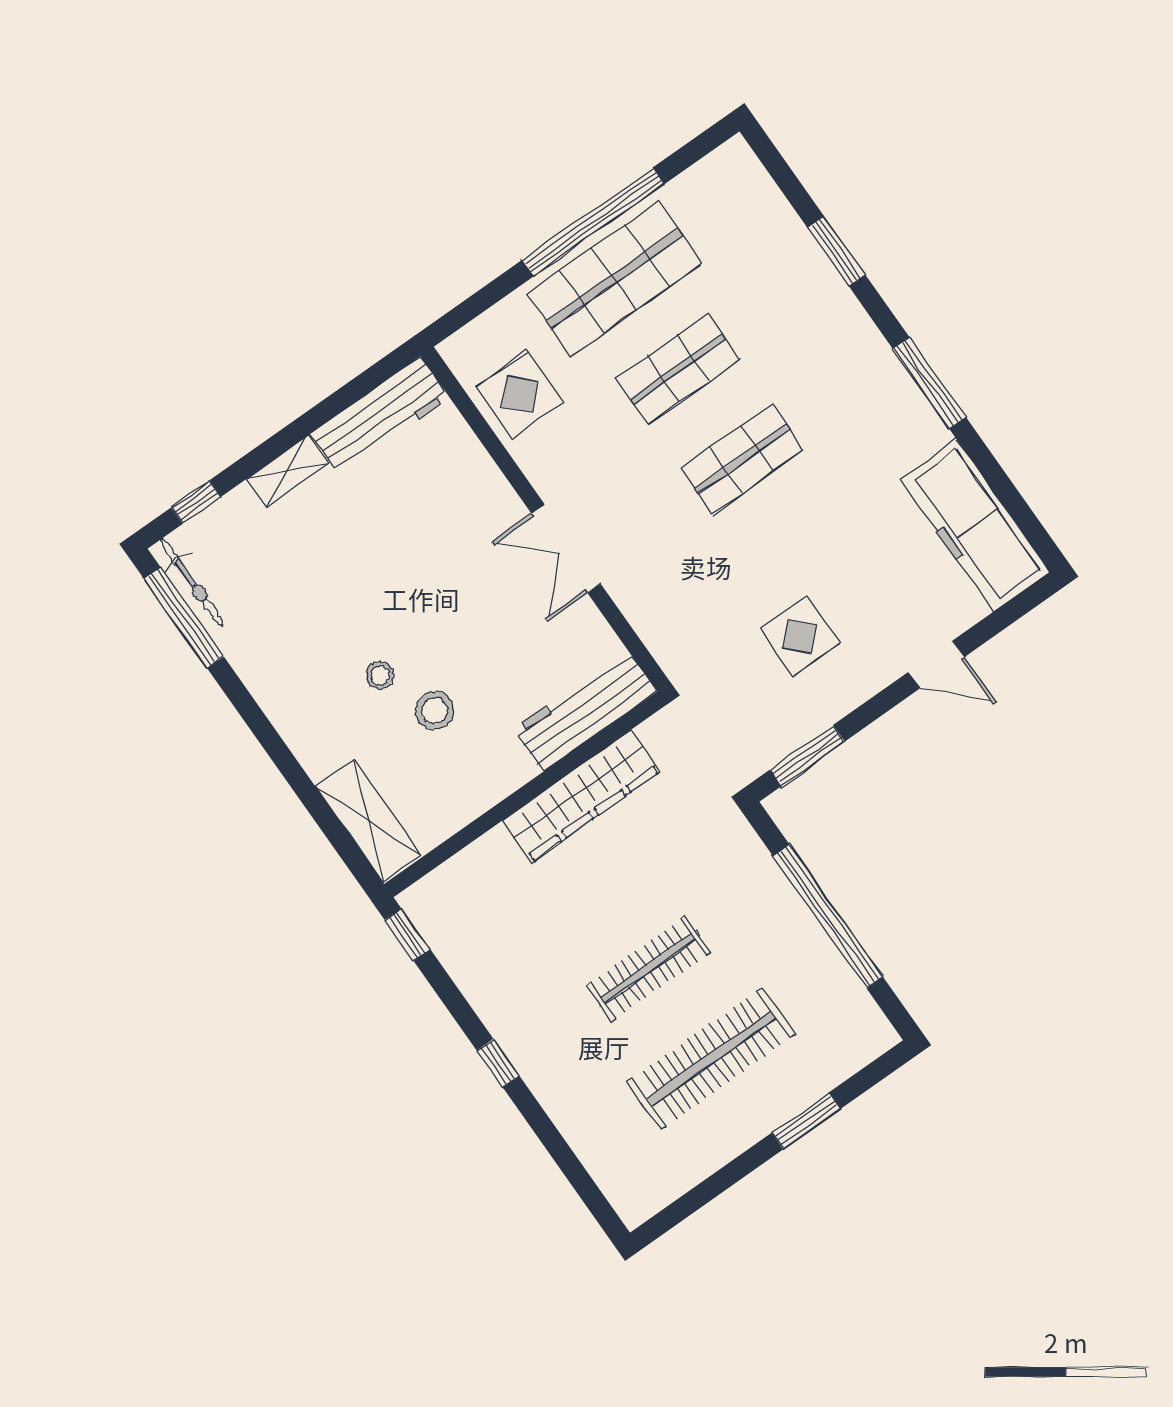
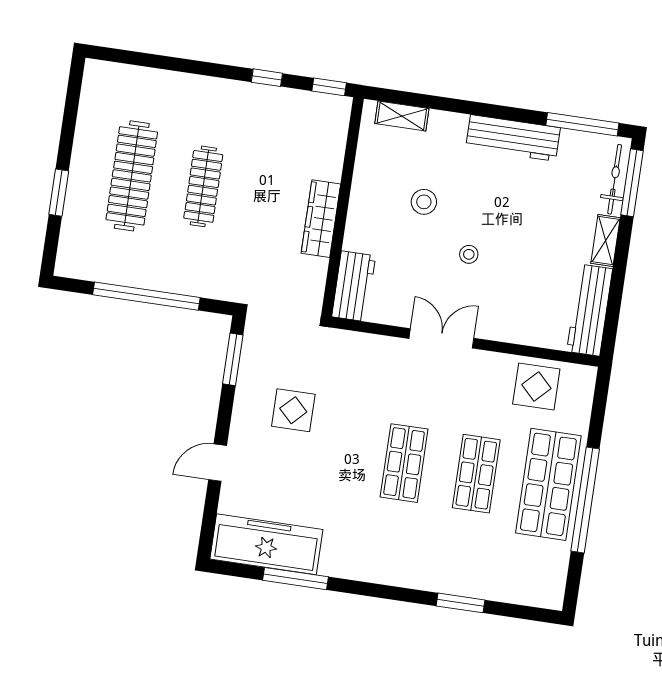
window: (929, 383) -> (296, 579), moved
window: (196, 502) -> (632, 183), width x2.17
bicycle: (192, 582) -> (615, 179), moved, turned 90
stool: (380, 675) -> (469, 254), moved
workbench: (271, 680) -> (513, 138), added
workbench: (585, 710) -> (354, 286), width x0.73
wardrobe: (581, 796) -> (321, 219), width x0.71, depth x0.85
shelving: (368, 821) -> (402, 116), width x0.67, depth x0.75
window: (498, 1063) -> (267, 78), moved

